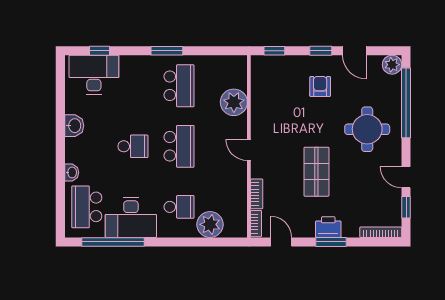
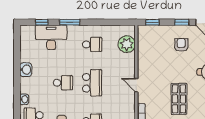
window: (167, 51) -> (70, 22), moved
desk: (94, 75) -> (51, 37), moved
school desk: (179, 86) -> (92, 44), width x0.54
plant: (234, 102) -> (127, 44), moved

